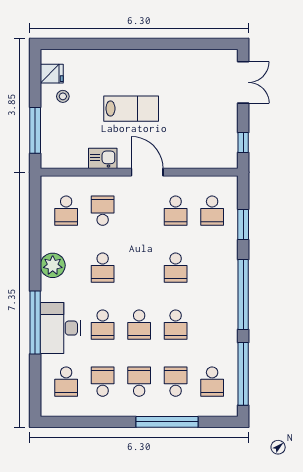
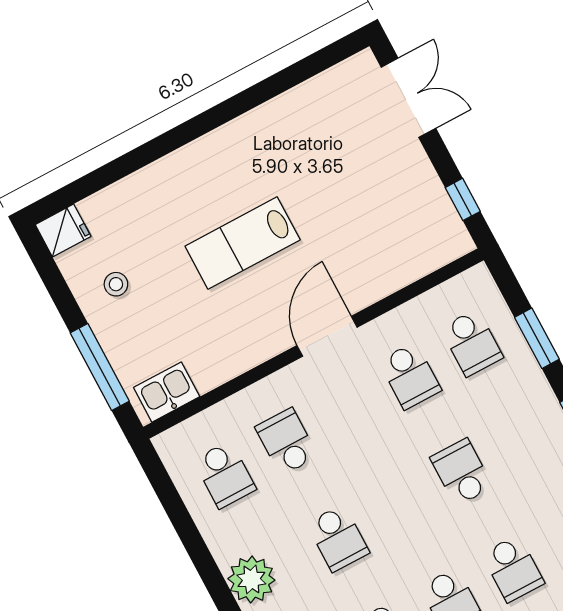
fridge: (52, 74) -> (63, 230), moved
lab bench: (131, 109) -> (243, 243), turned 180
kitchen sink: (103, 158) -> (167, 392), moved
door: (147, 172) -> (327, 336), hinge flipped
school desk: (176, 268) -> (461, 472), turned 180

